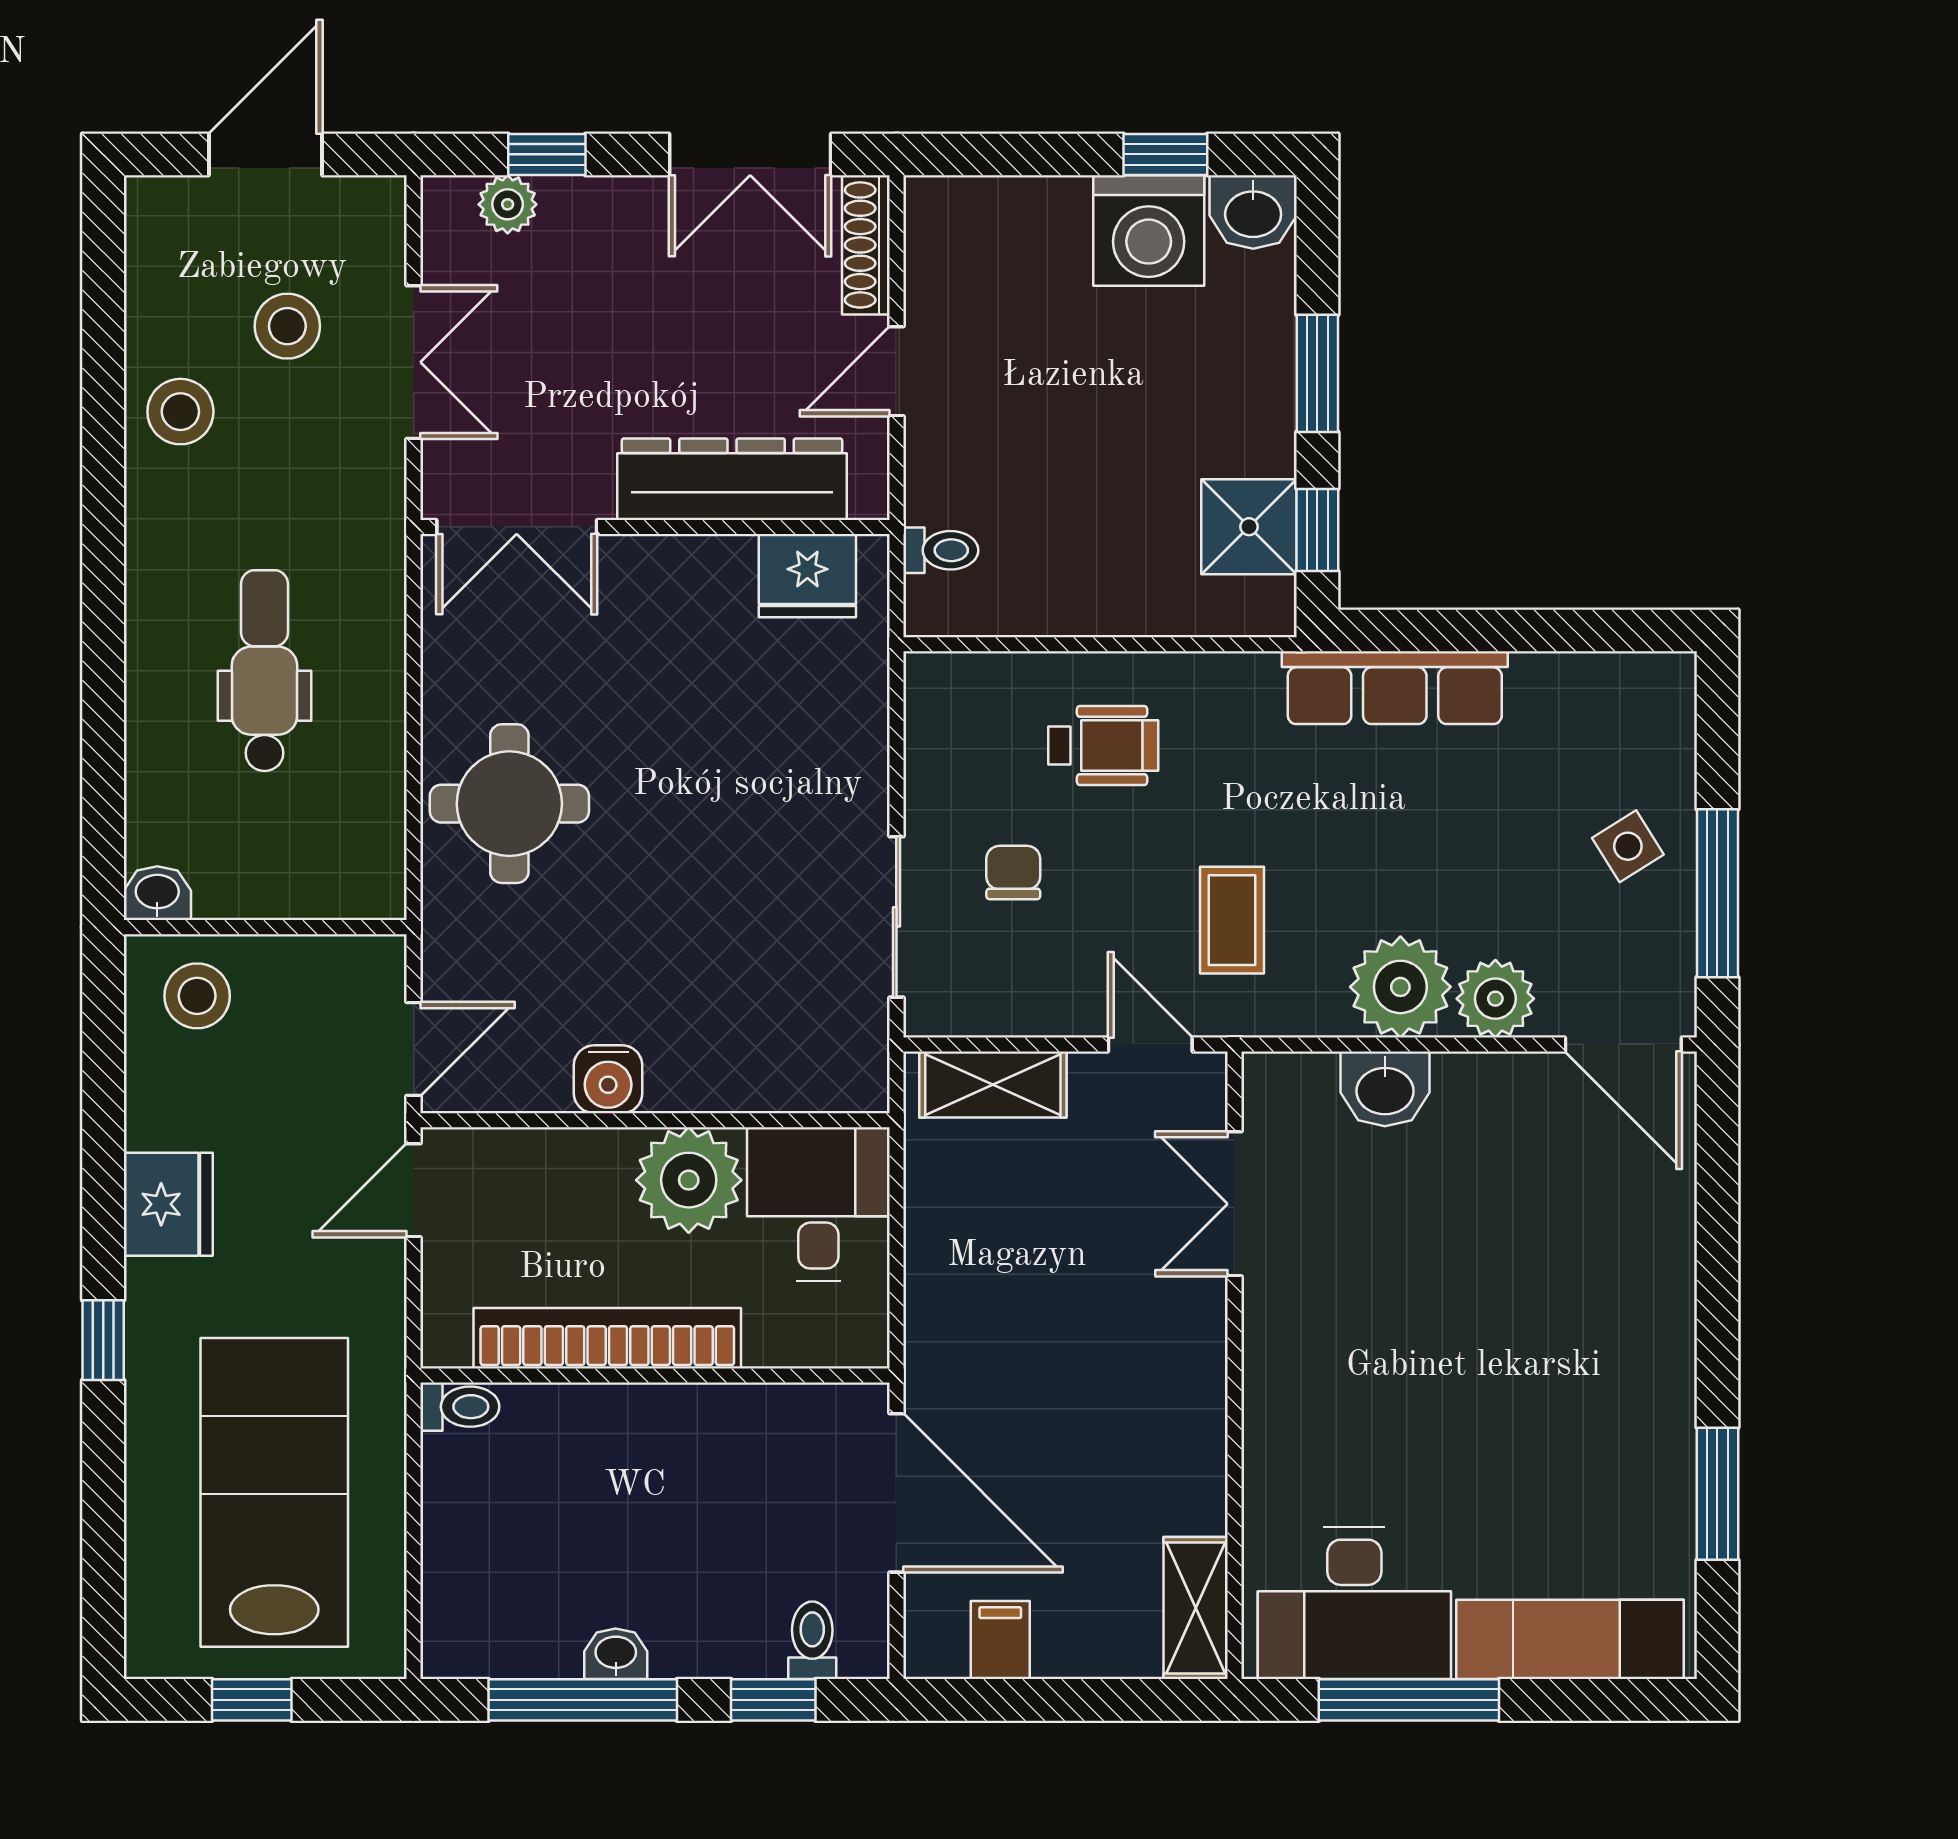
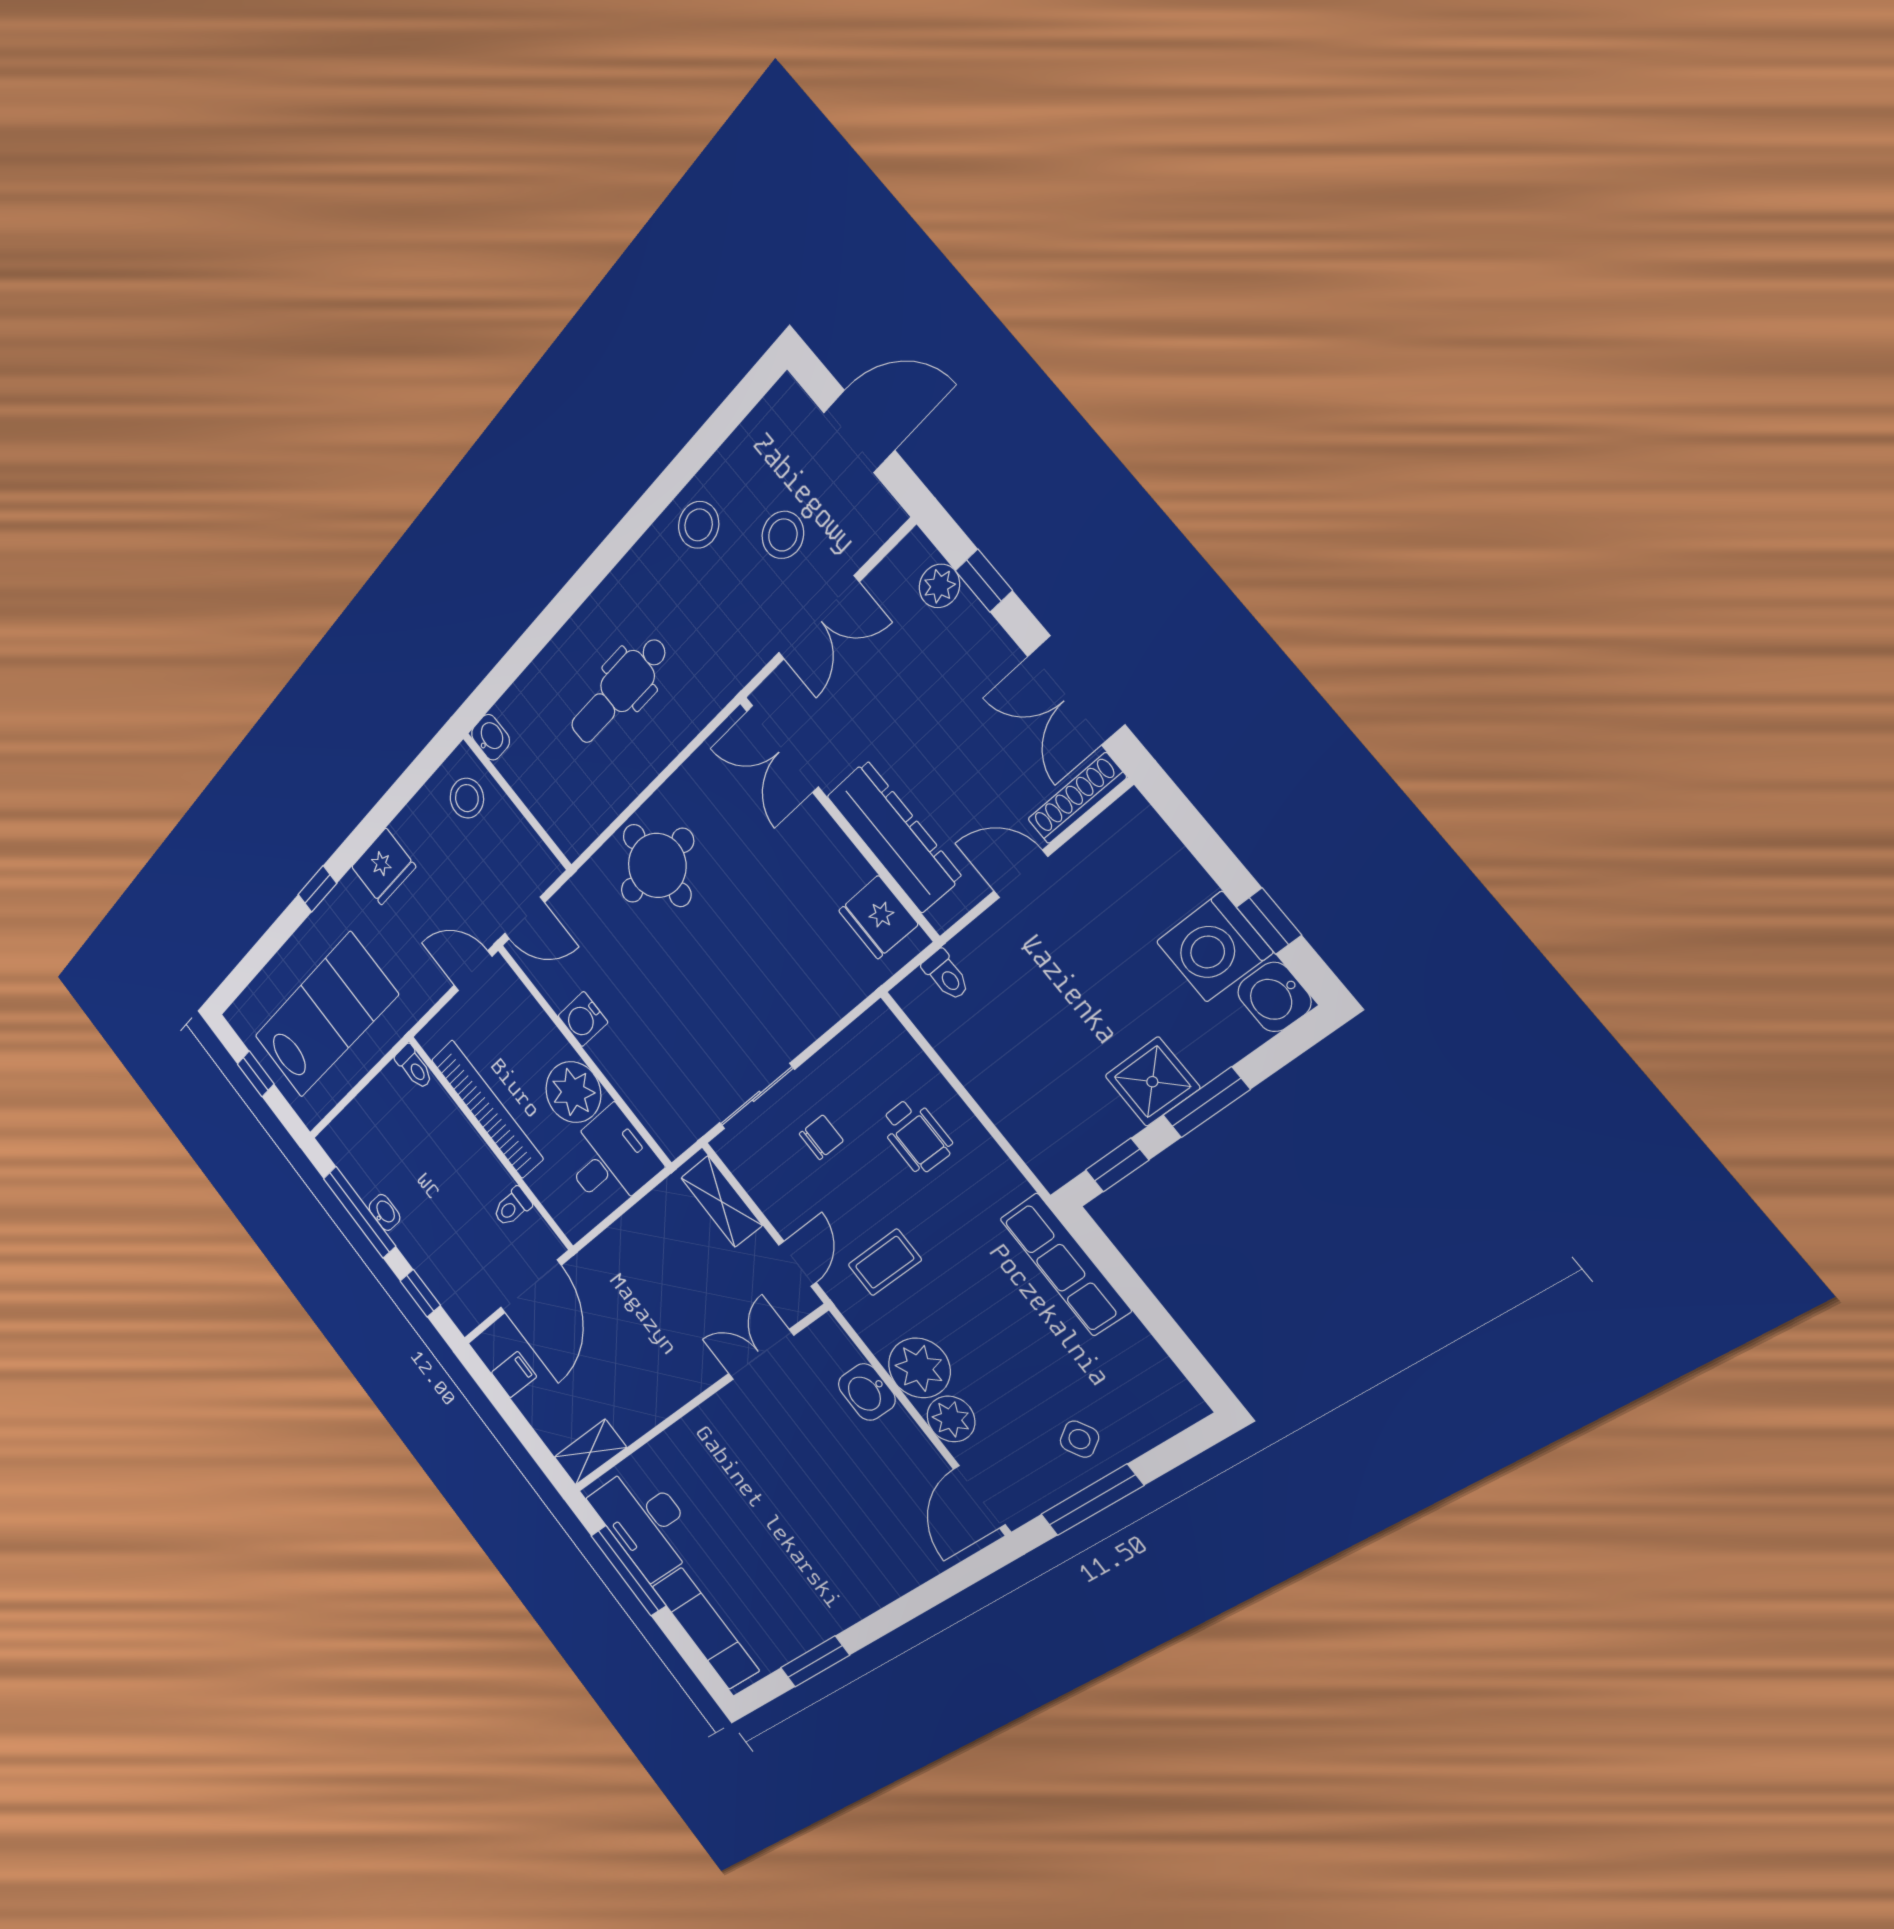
shower: (1249, 527) -> (1152, 1082), moved
dental chair: (264, 671) -> (619, 690), turned 180
toilet: (812, 1640) -> (512, 1207), moved, turned 180

